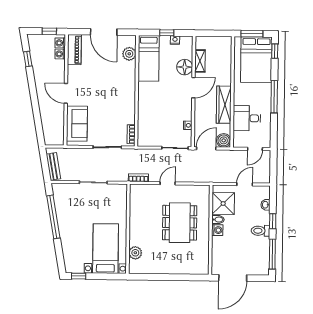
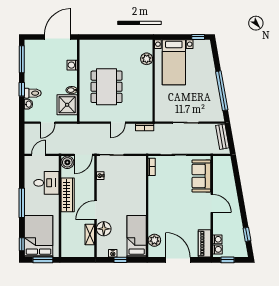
washing machine: (217, 230) -> (72, 65), moved
toilet: (260, 231) -> (33, 93), moved

